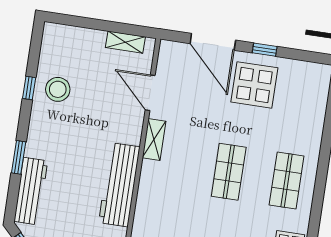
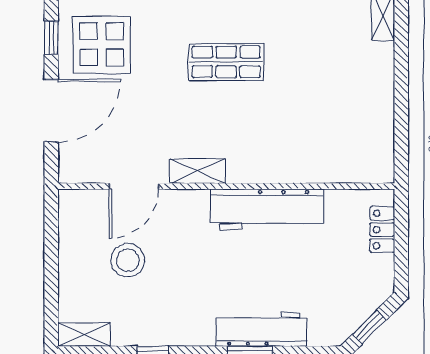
shelving: (125, 42) -> (84, 335), moved, turned 90
stool: (58, 89) -> (128, 260), moved
workbench: (31, 191) -> (261, 329), moved

